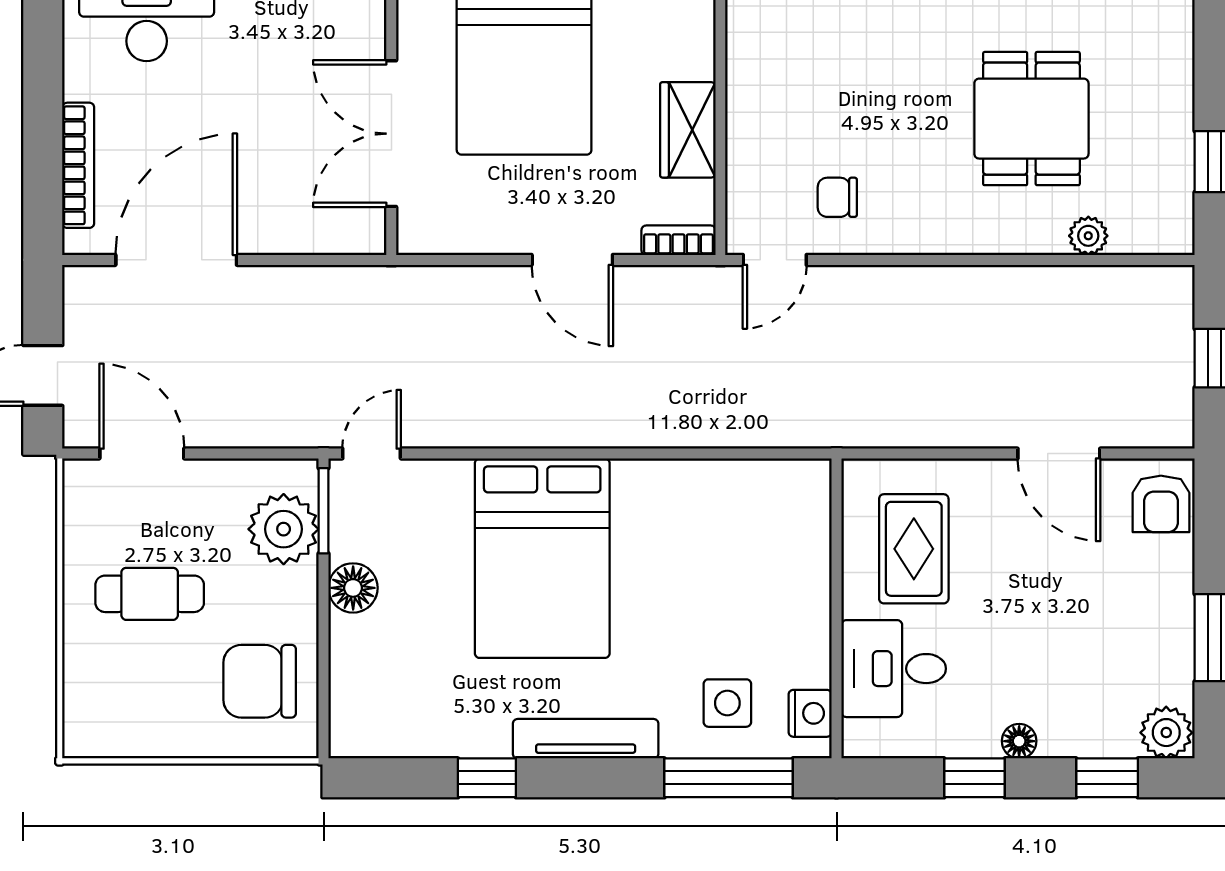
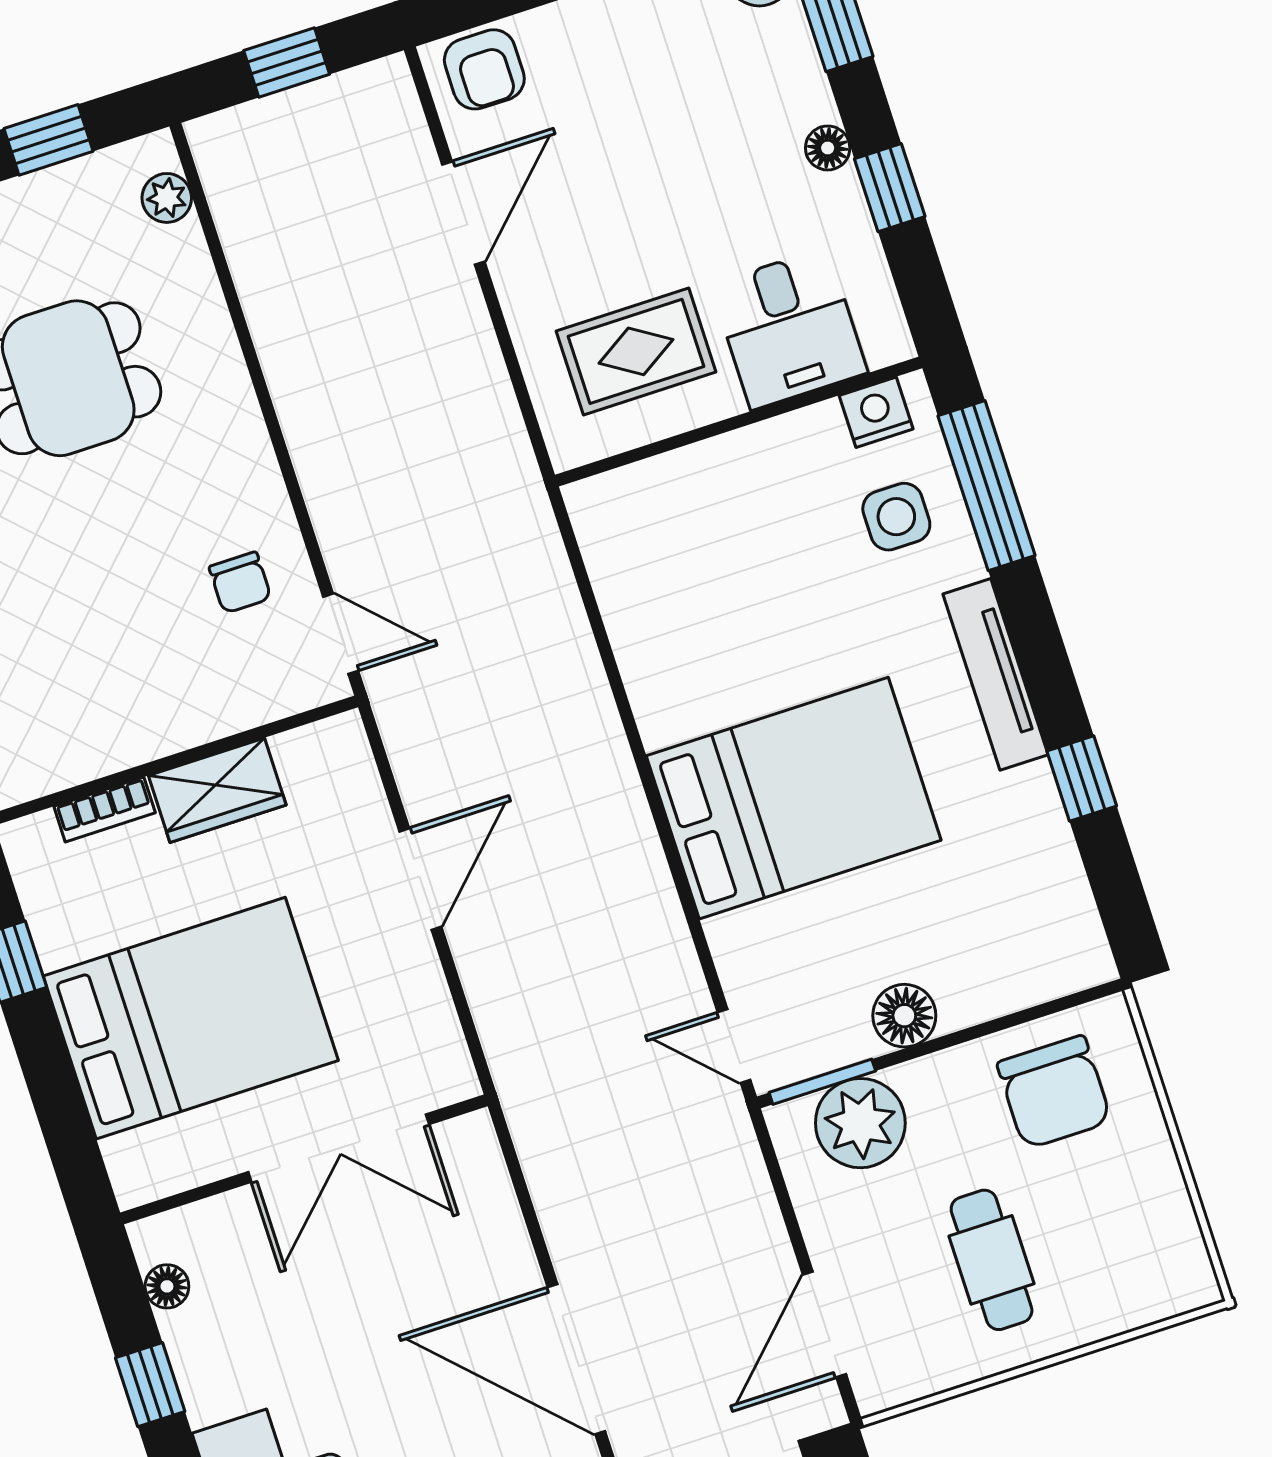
plant: (1088, 236) -> (167, 198), moved
bookcase: (679, 240) -> (105, 810), moved, turned -90
armchair: (1161, 504) -> (484, 69), turned 90

